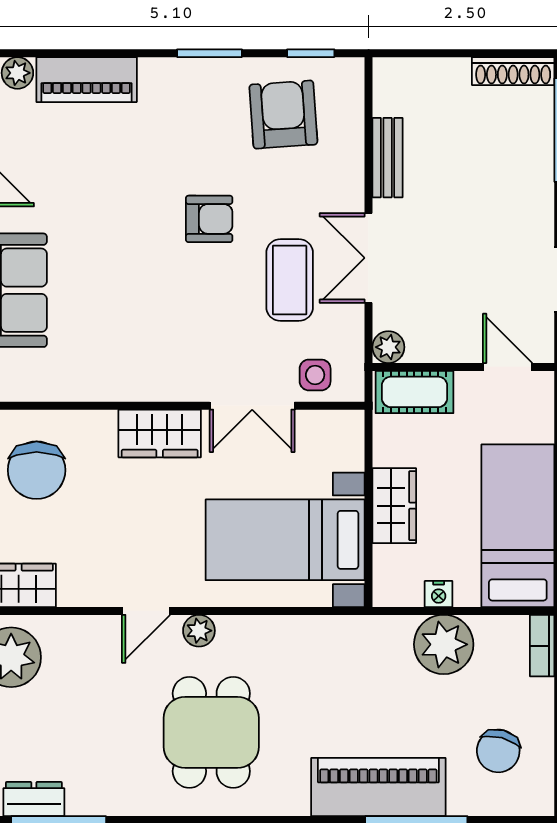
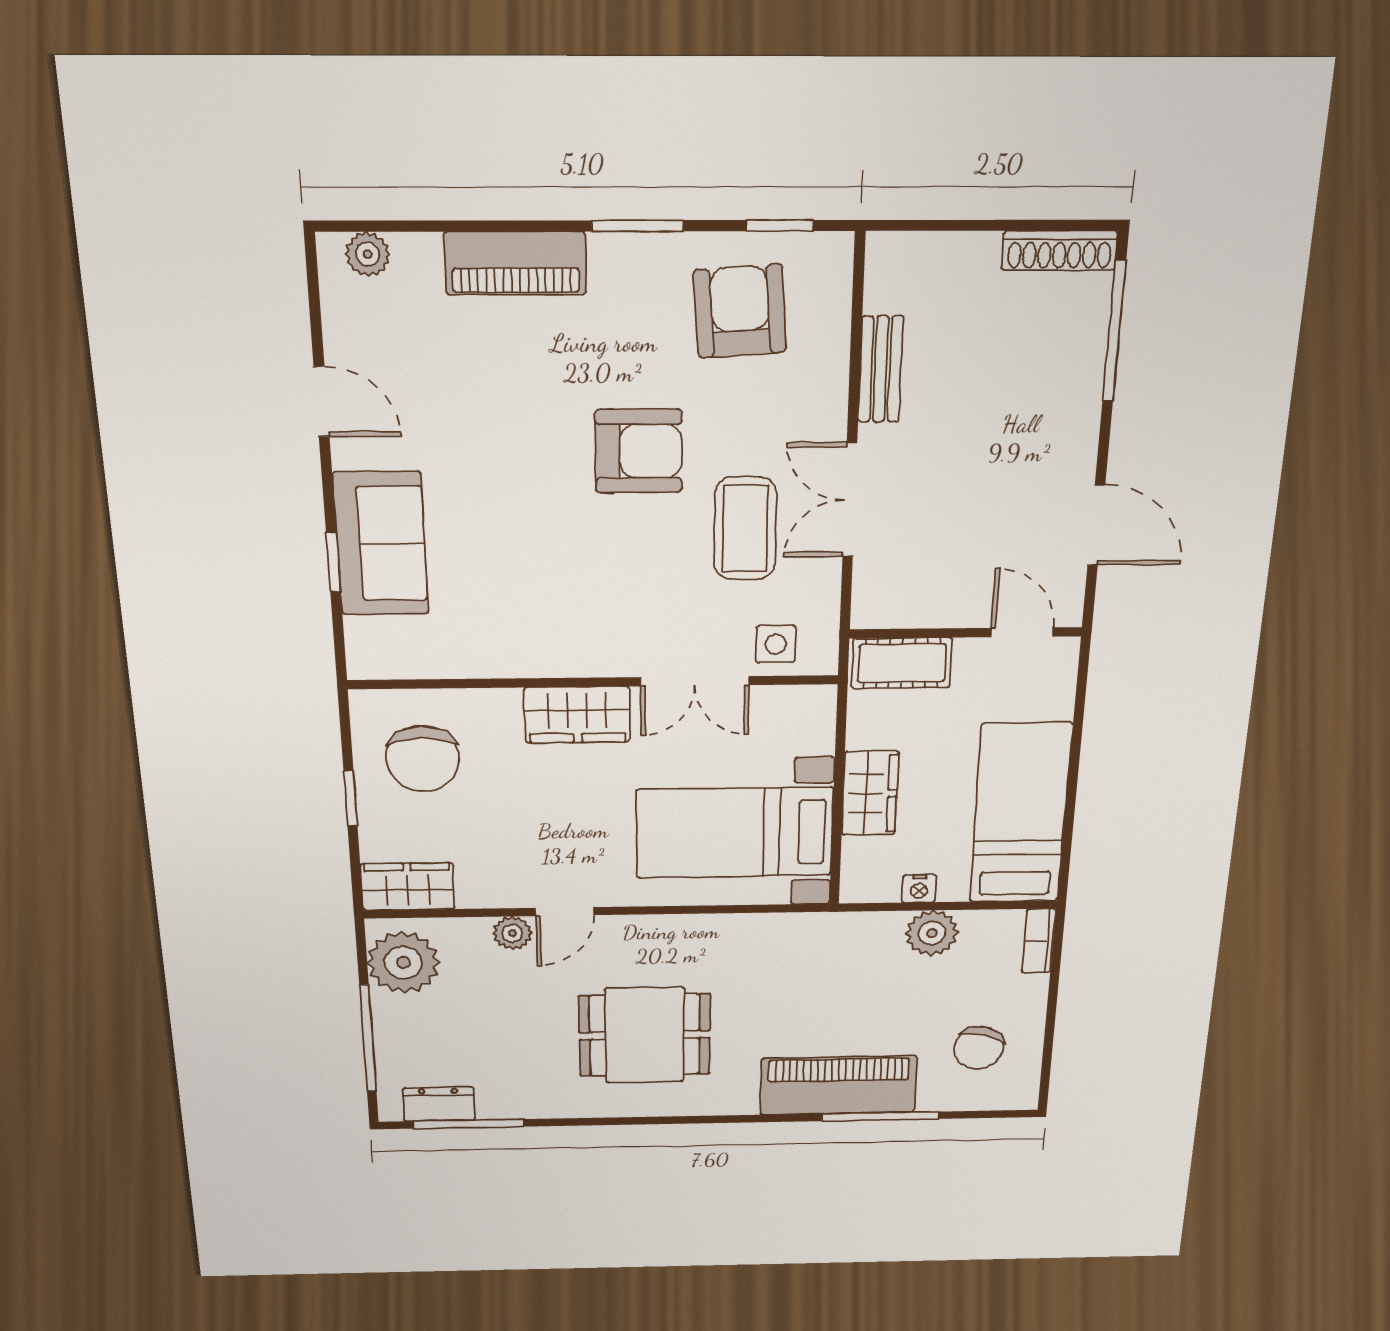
piano: (87, 80) -> (515, 263), moved
armchair: (209, 219) -> (639, 451), width x1.38, depth x1.38
plant: (388, 347) -> (871, 610), removed
plant: (199, 631) -> (512, 933), moved
plant: (444, 644) -> (932, 933), width x0.73, depth x0.73
dining table: (211, 732) -> (645, 1035), turned 90

